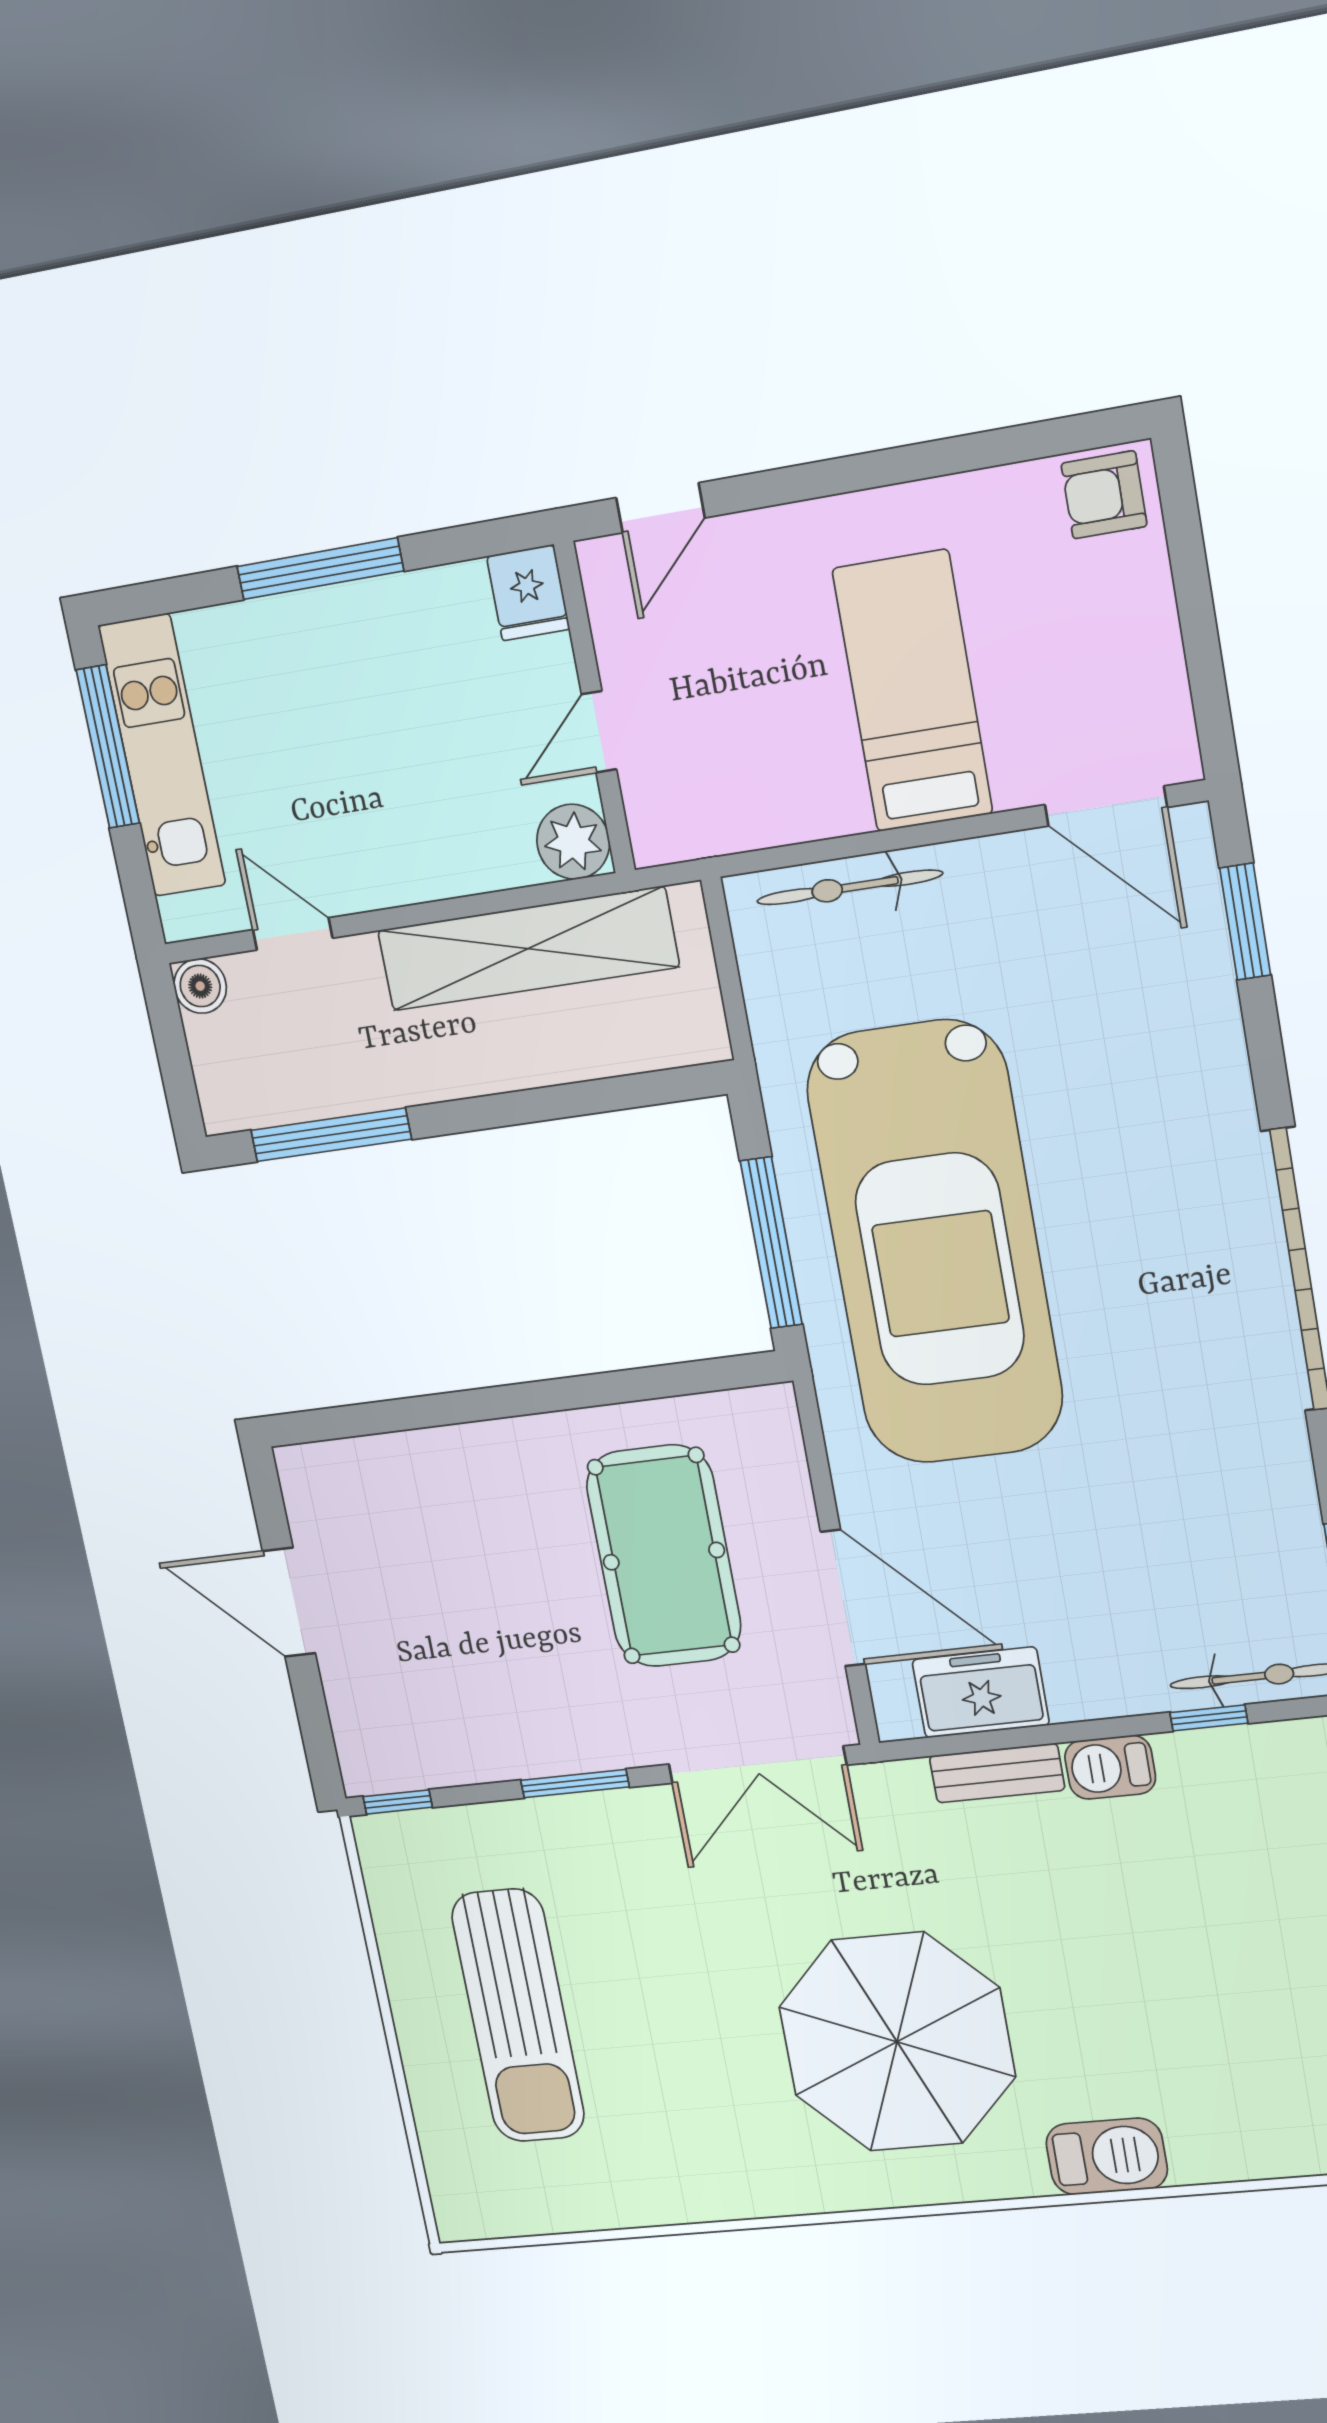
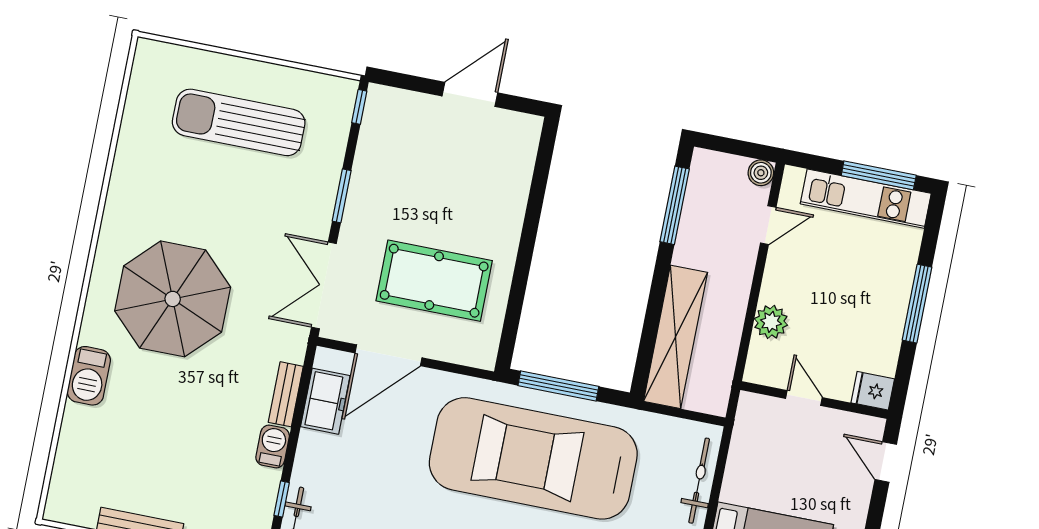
plant: (573, 842) -> (771, 322), moved
shelving: (528, 949) -> (676, 337), moved

